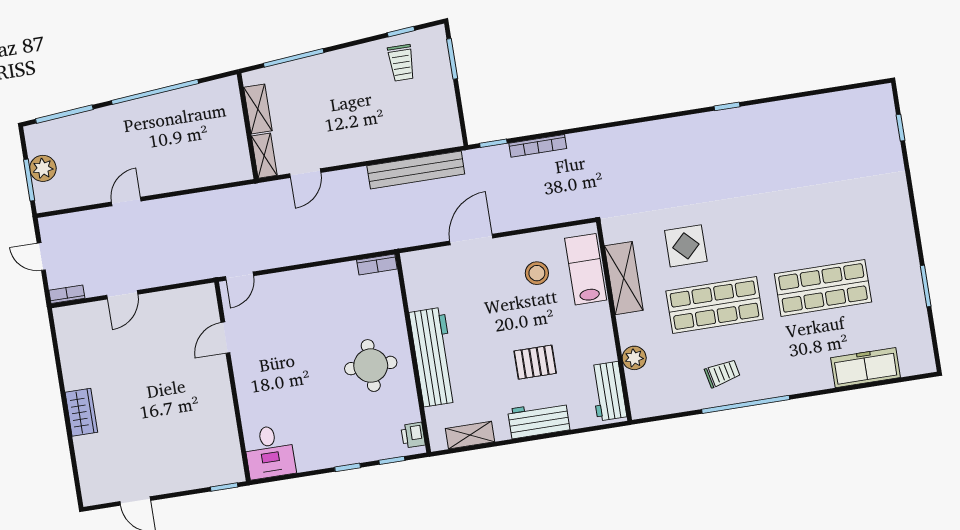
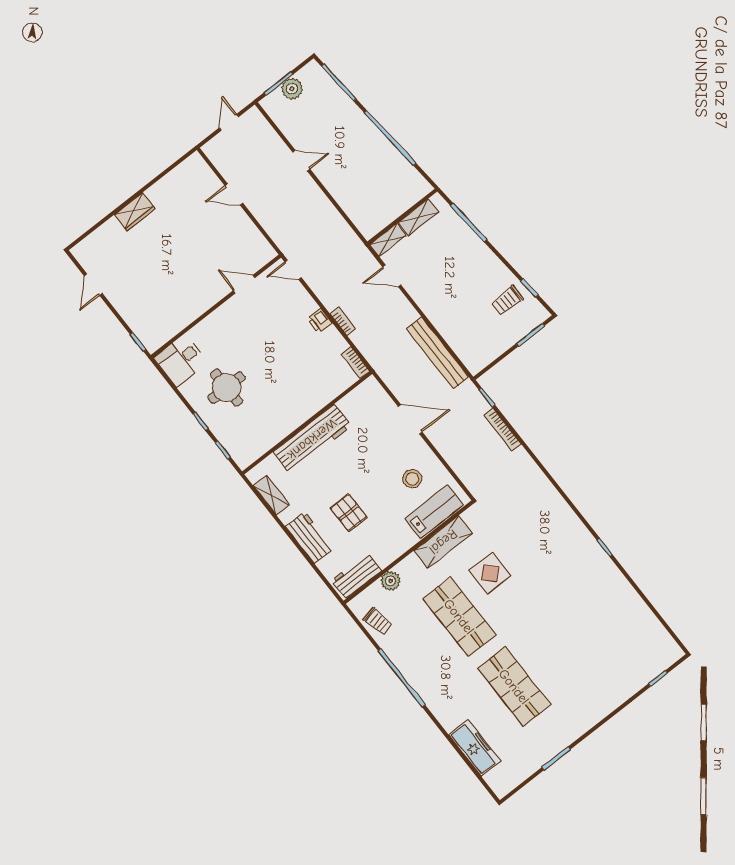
bookcase: (67, 294) -> (343, 321), moved
round table: (371, 366) -> (227, 388), moved
trolley: (722, 373) -> (378, 621), moved
printer: (413, 435) -> (320, 321), moved, turned -90

